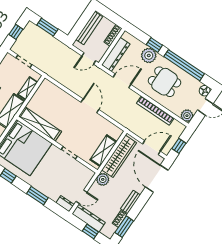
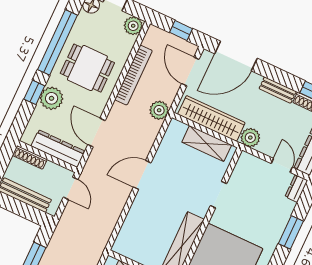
dining table: (164, 82) -> (87, 68), turned 90
plant: (130, 123) -> (159, 110), added

